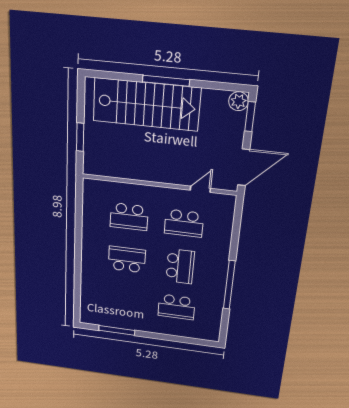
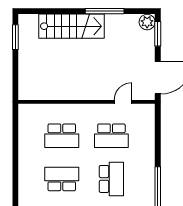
window: (166, 81) -> (105, 11), moved
stairs: (146, 105) -> (71, 26), width x0.73, depth x0.66
window: (80, 137) -> (15, 37), moved

